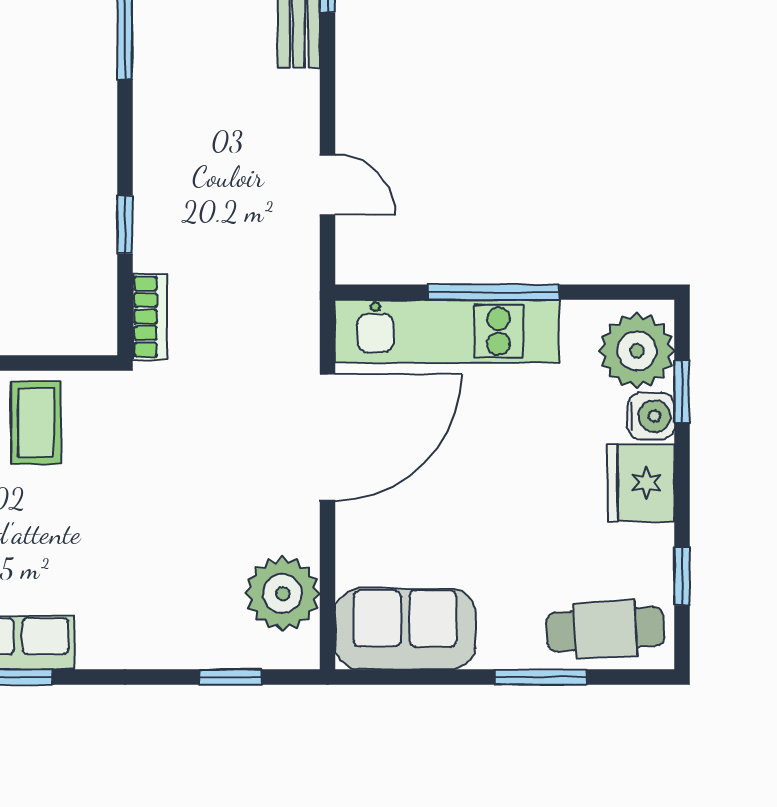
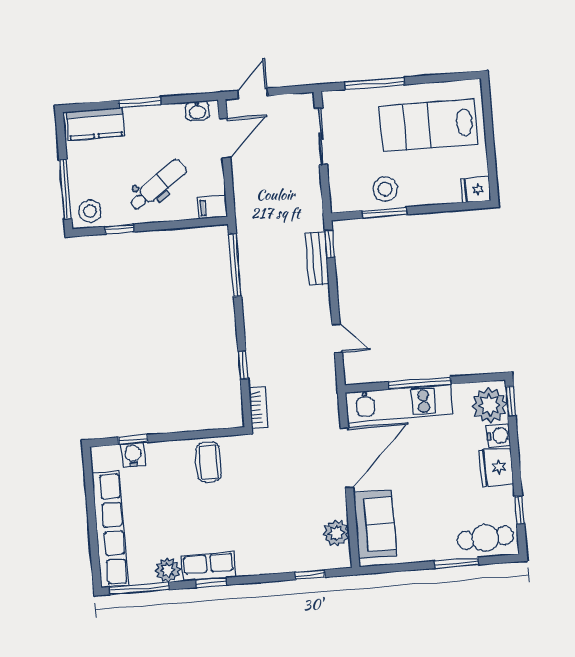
window: (682, 391) -> (511, 401), moved
plant: (283, 594) -> (336, 533), width x0.73, depth x0.73
sofa: (405, 629) -> (375, 524), moved, turned 90

